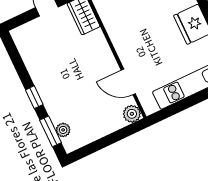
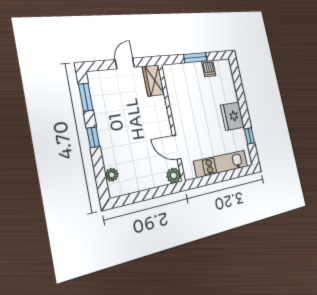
window: (50, 131) -> (86, 97), moved

